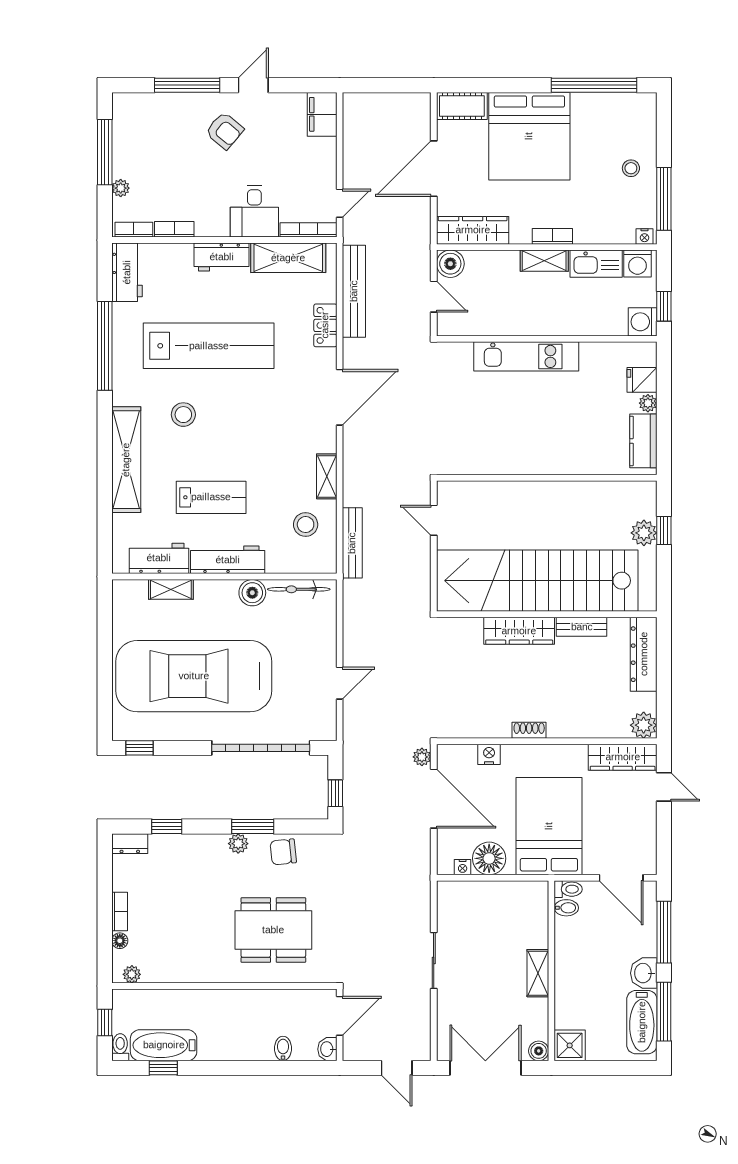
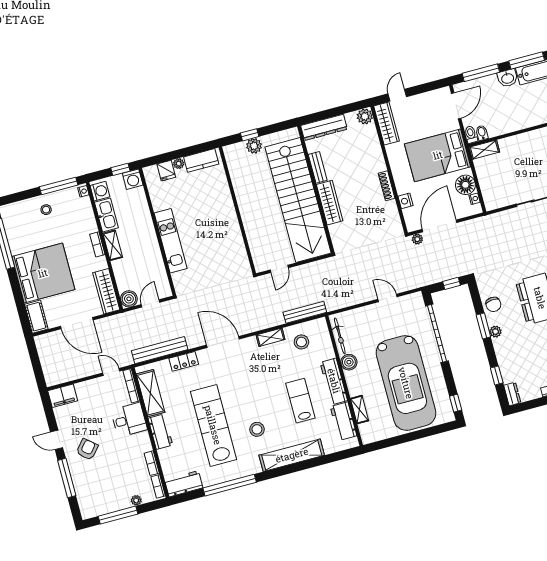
shoe rack: (529, 730) -> (387, 186), width x1.43
shelving: (538, 973) -> (484, 150), moved

